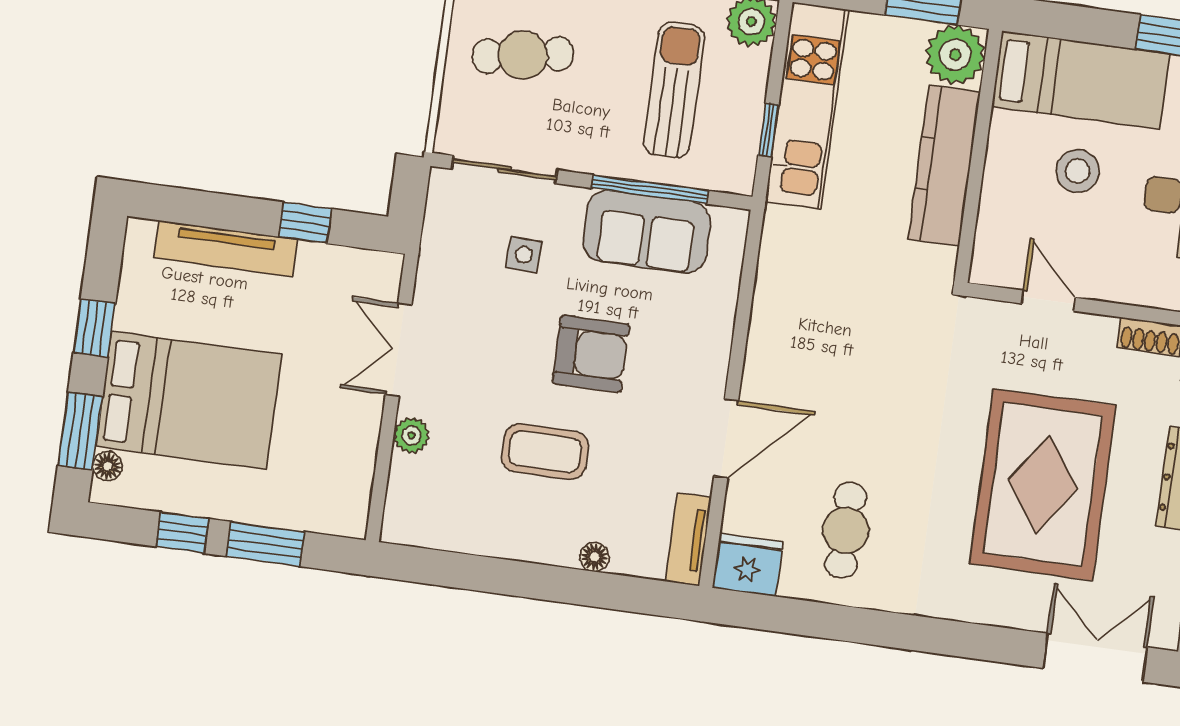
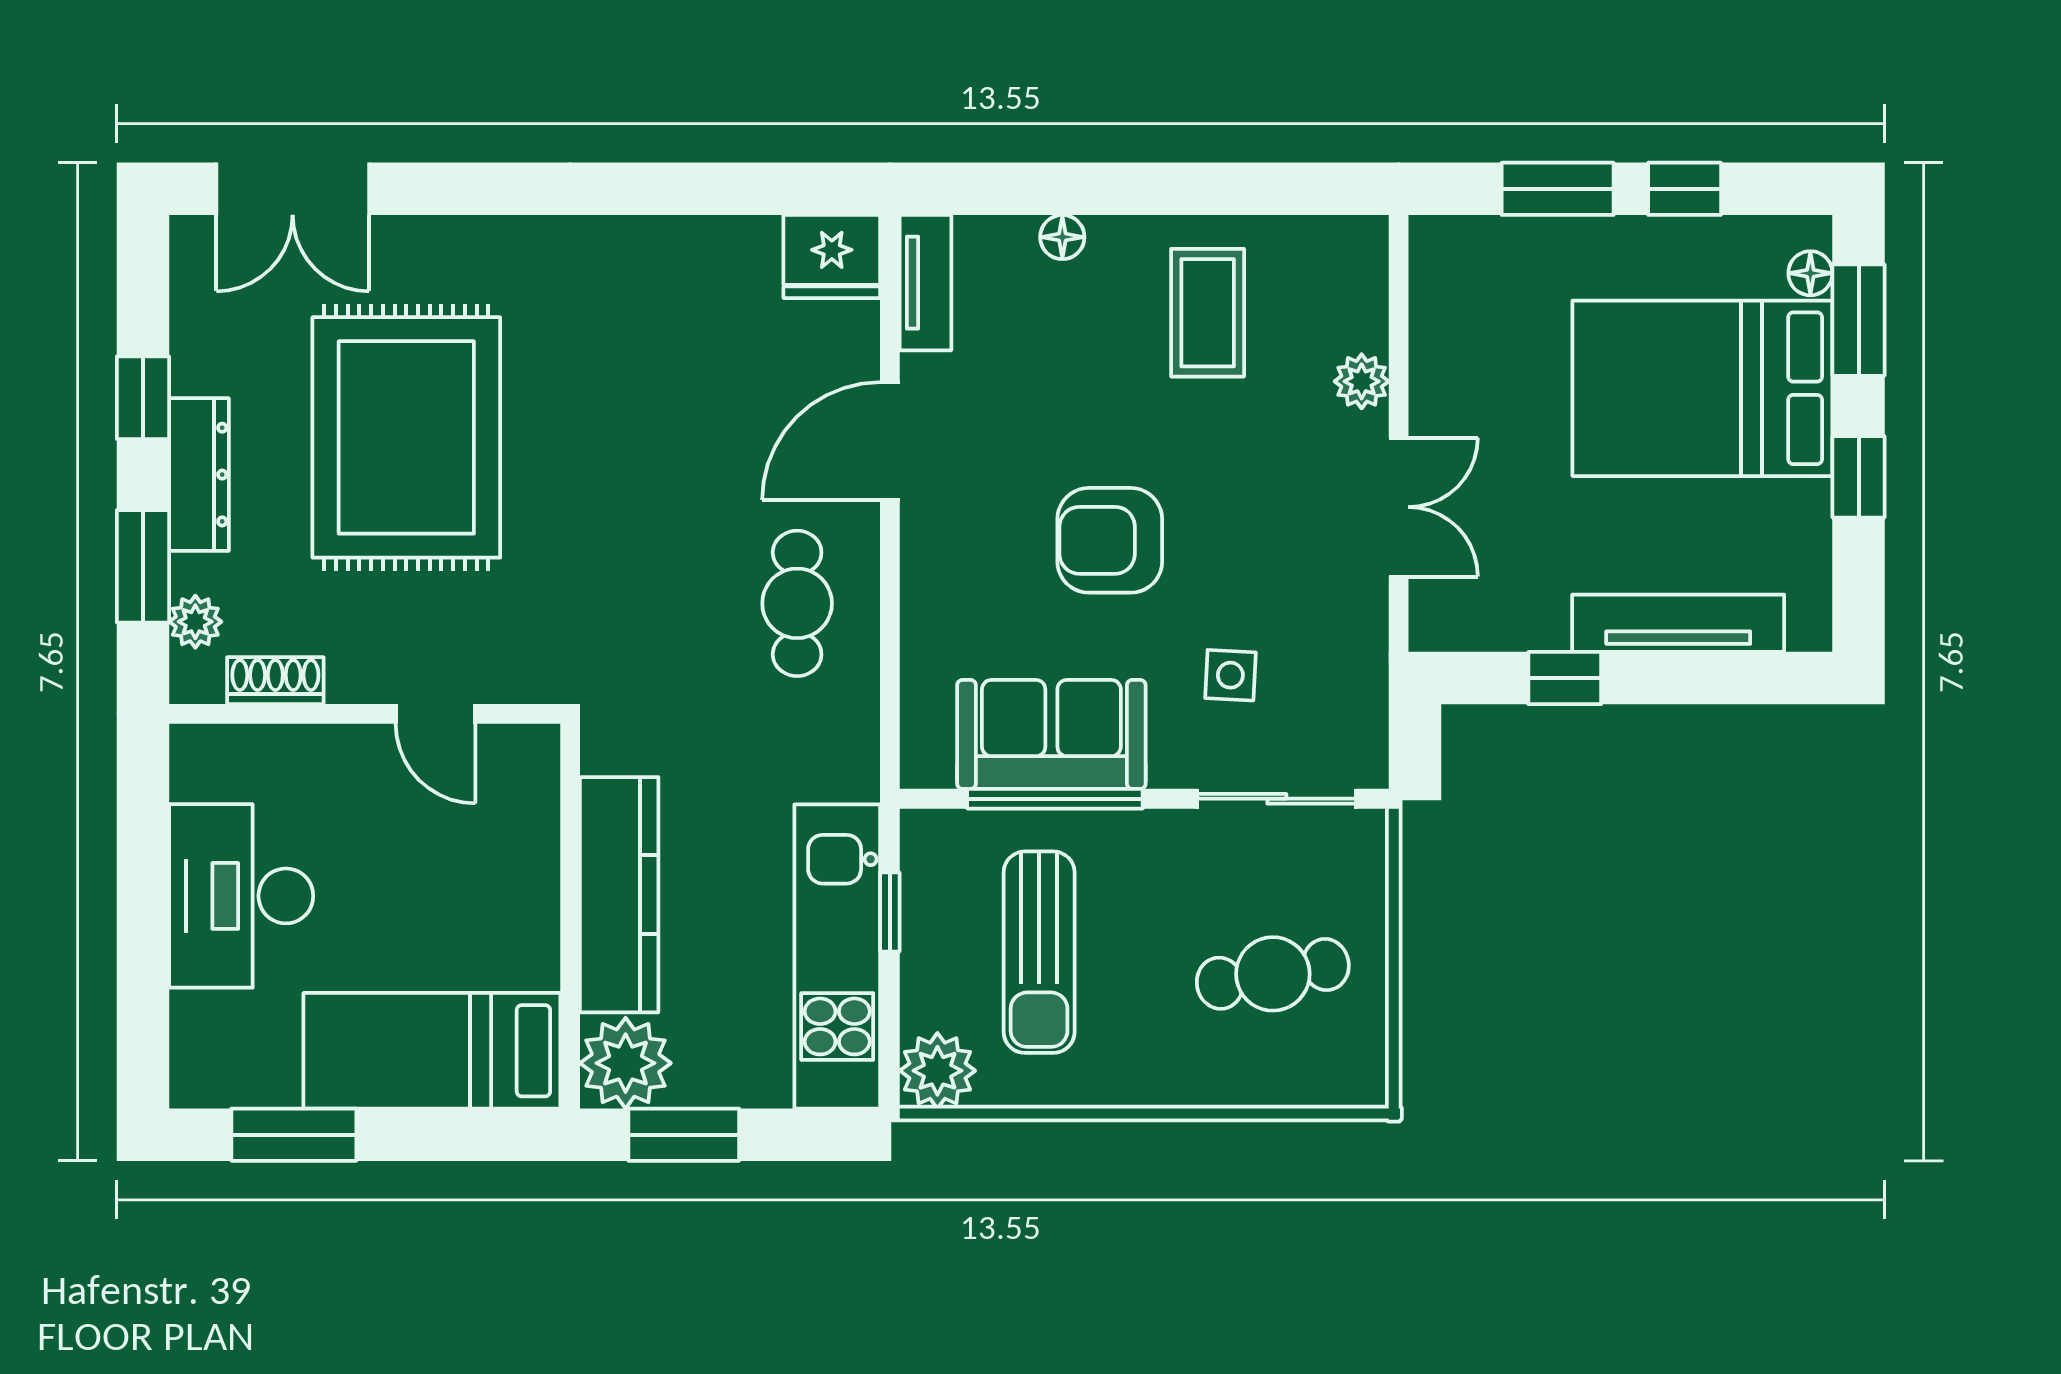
stool: (1077, 171) -> (419, 914), removed
coffee table: (545, 452) -> (1208, 313), moved, turned 90
cafe table: (846, 530) -> (797, 603), moved

